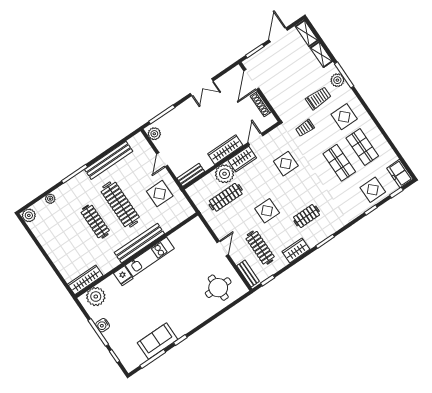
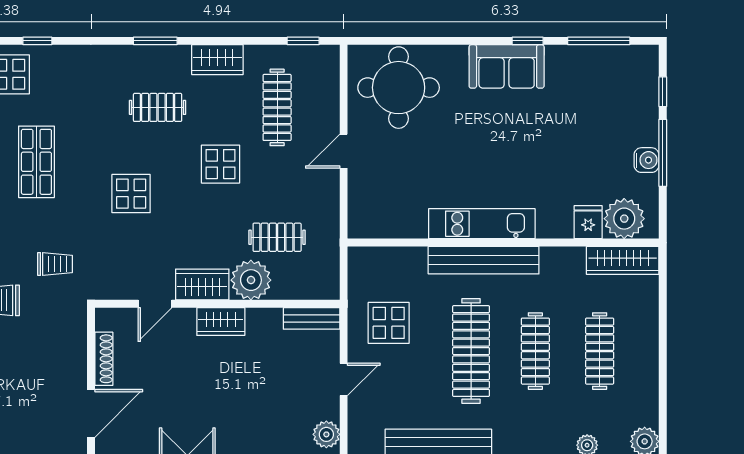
wardrobe: (225, 150) -> (221, 322), width x0.67
display table: (286, 164) -> (131, 194), moved
clothes rail: (226, 197) -> (277, 237), width x0.73
clothes rail: (70, 239) -> (600, 351), added
bench: (248, 274) -> (329, 77), removed
fridge: (123, 276) -> (588, 222), moved
round table: (218, 288) -> (399, 88), width x1.36, depth x1.36
sofa: (158, 341) -> (507, 66), moved

